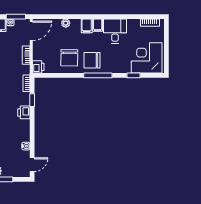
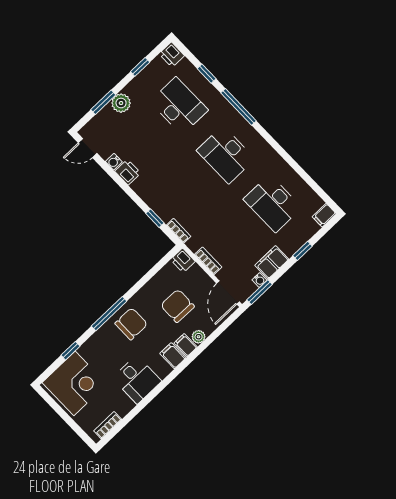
filing cabinet: (98, 25) -> (186, 345), moved
chair: (69, 58) -> (177, 306), moved
printer: (24, 112) -> (128, 172), moved
door: (32, 165) -> (88, 148), hinge flipped

